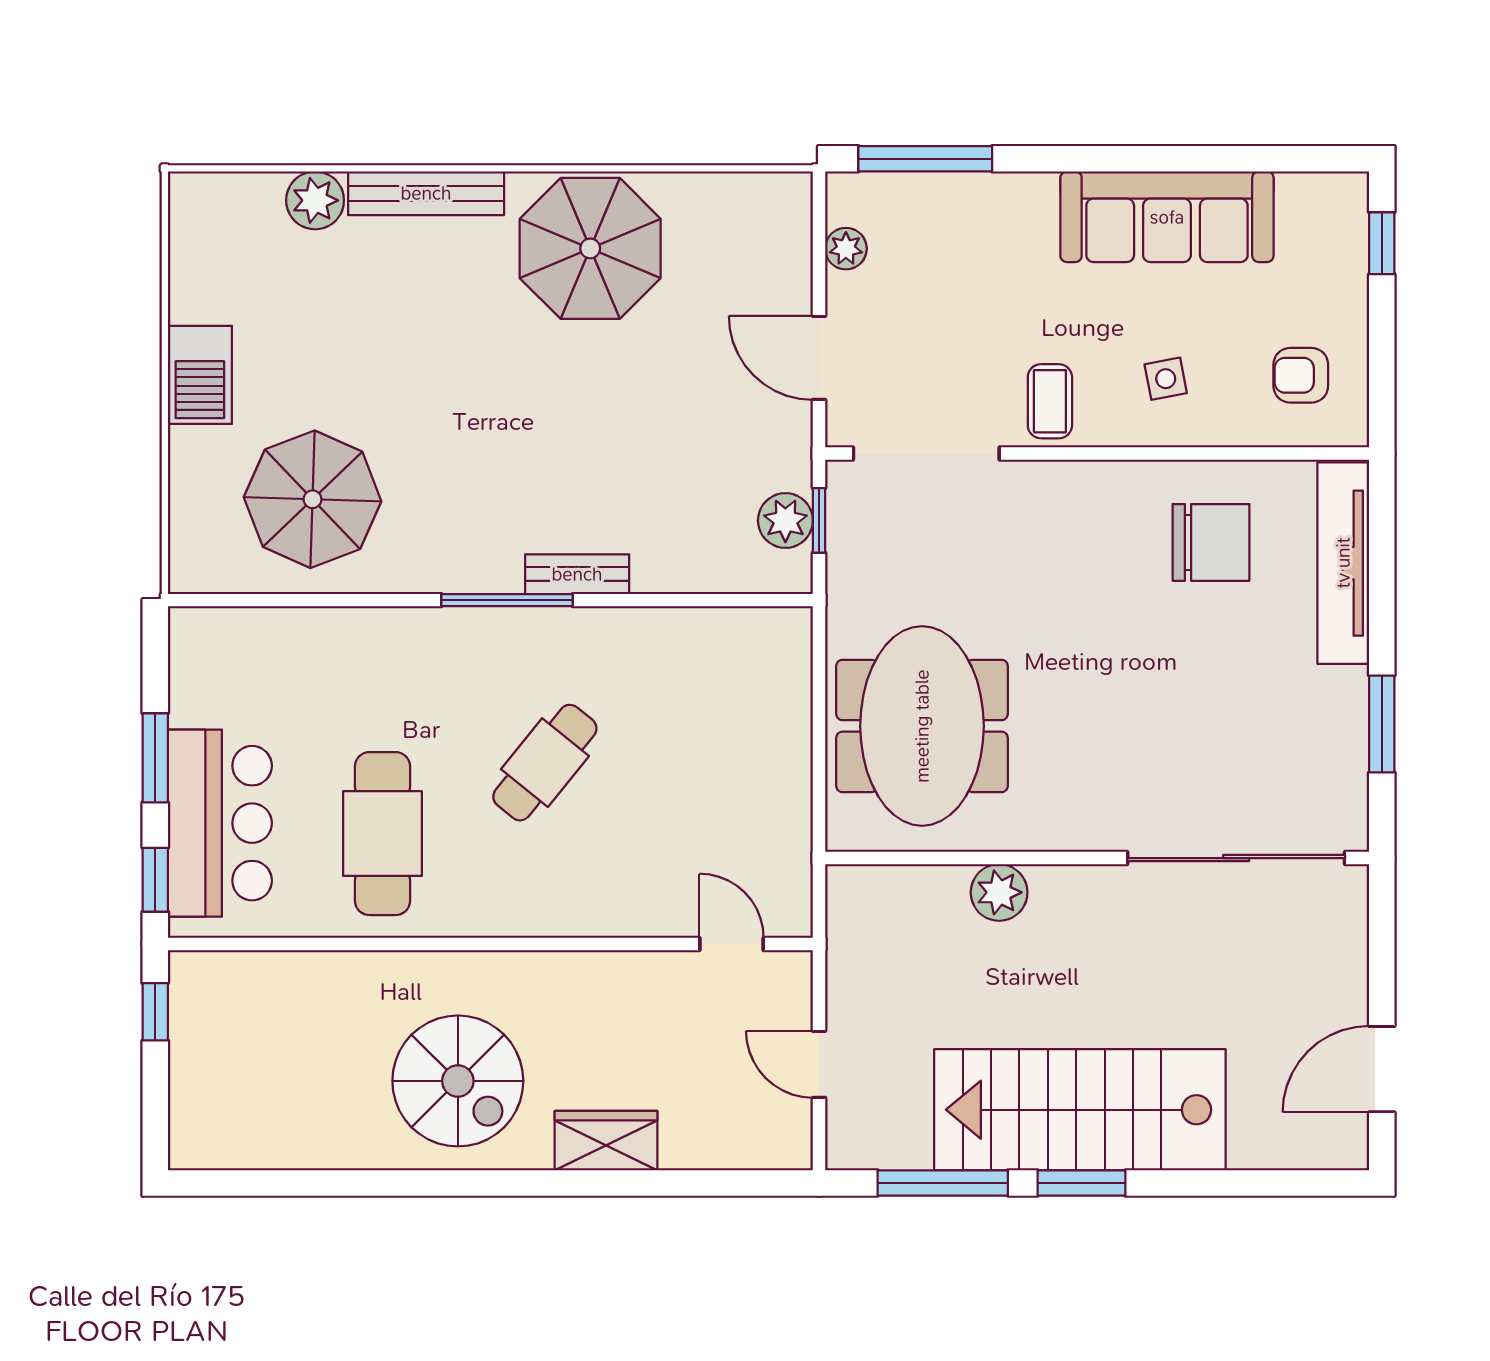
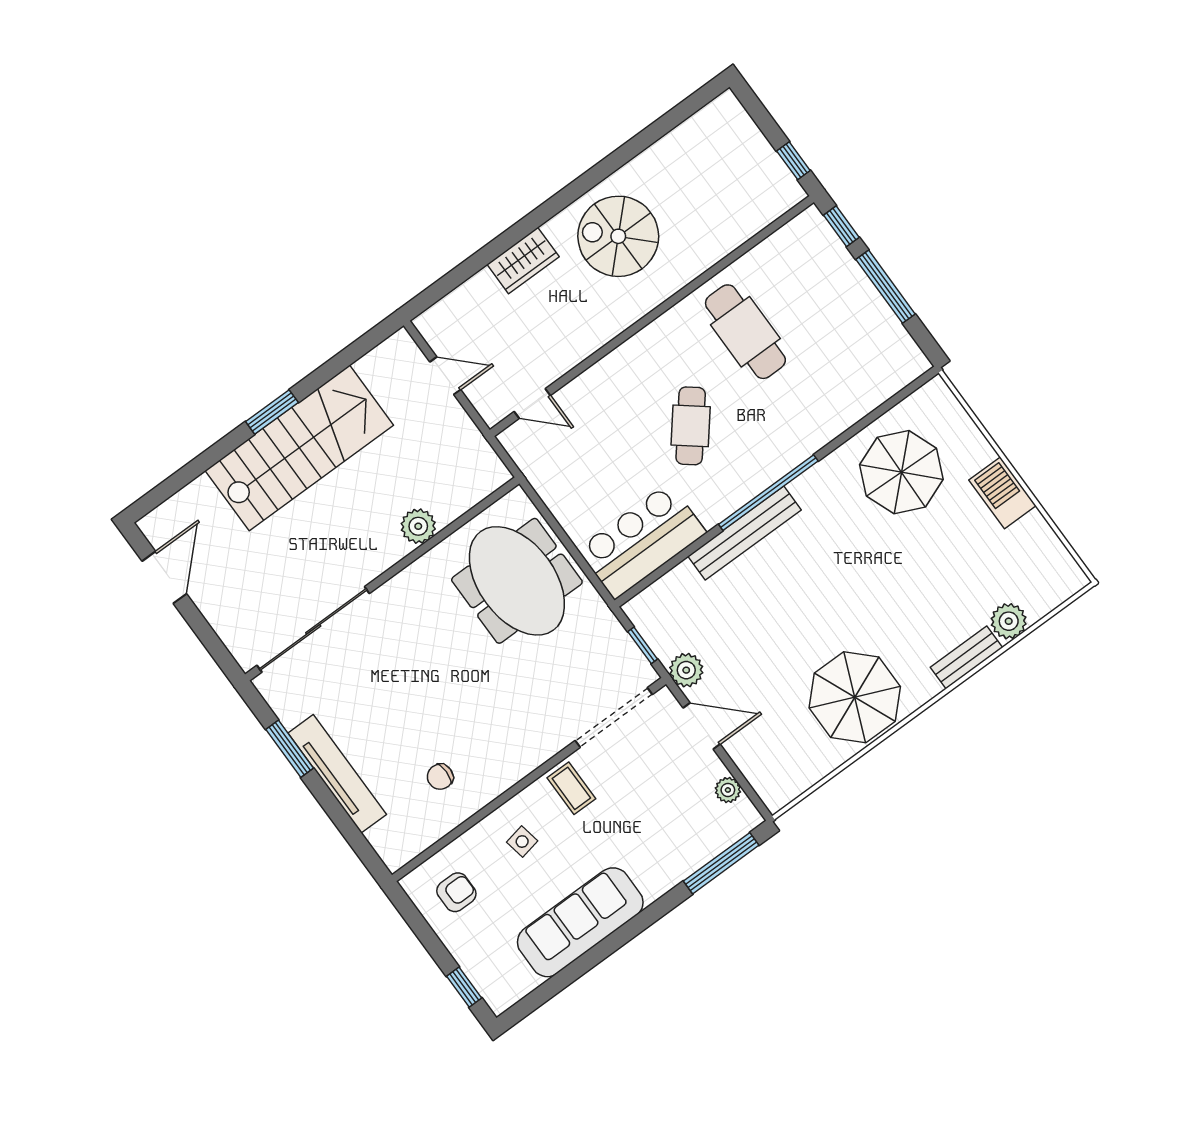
bench: (426, 193) -> (967, 657), width x0.73
plant: (785, 521) -> (686, 670), moved
chair: (1211, 542) -> (440, 777), width x0.54, depth x0.54
tv unit: (1343, 563) -> (337, 774), moved
bench: (577, 574) -> (745, 533), width x1.86, depth x1.21
window: (507, 600) -> (768, 493), width x1.46
window: (155, 758) -> (886, 287), width x1.44
bar counter: (220, 823) -> (642, 541), moved, turned 90
window: (943, 1183) -> (341, 362), removed

